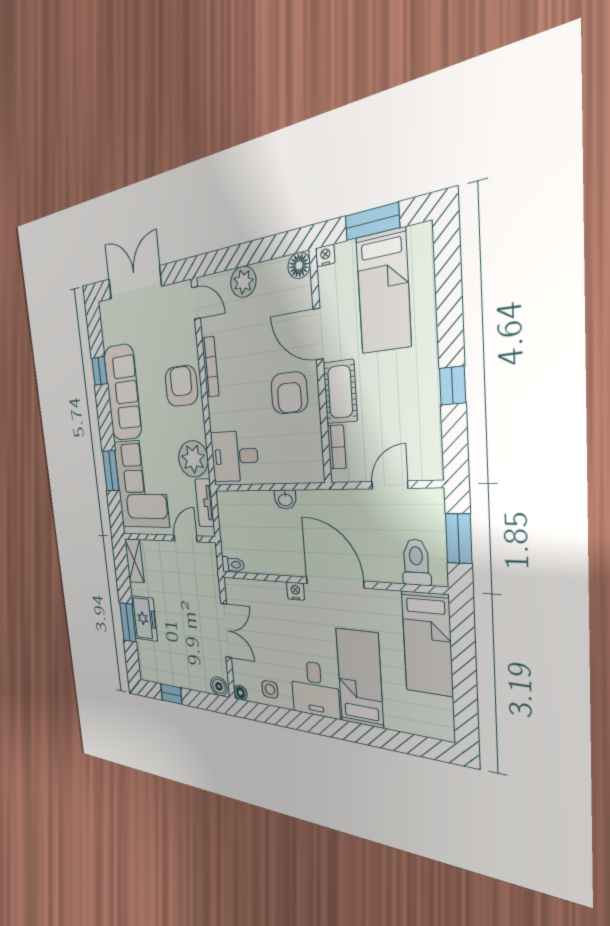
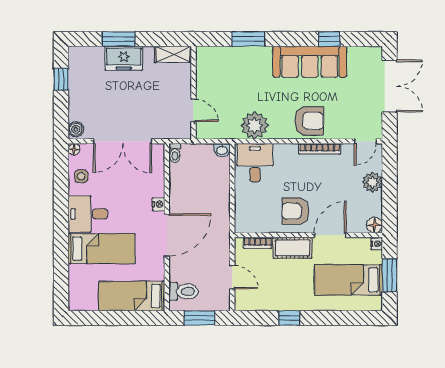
corner sofa: (141, 484) -> (237, 71), removed
washbasin: (285, 499) -> (222, 150), moved, turned -90
tv unit: (205, 503) -> (221, 132), removed
double door: (226, 631) -> (123, 141), width x1.37

